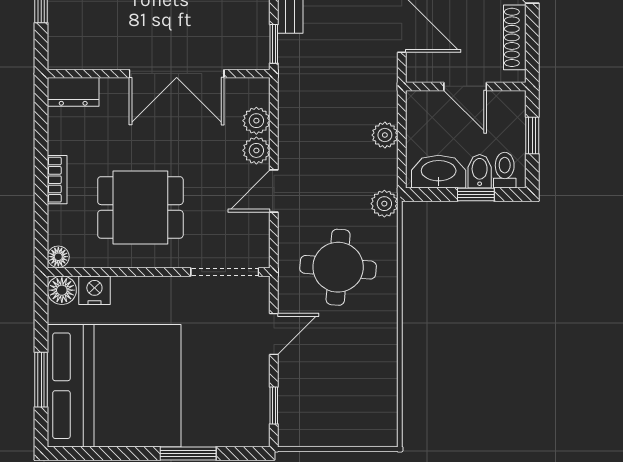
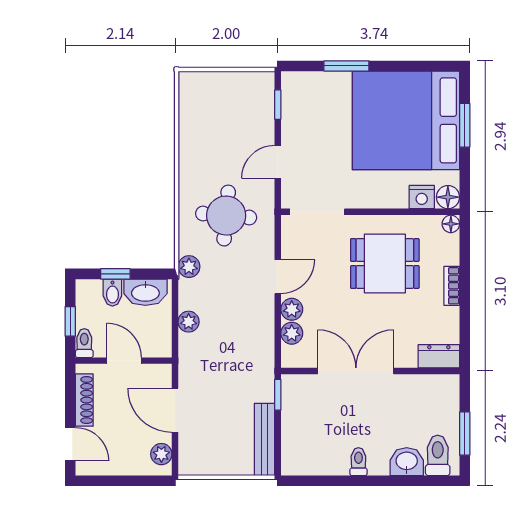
toilet: (505, 170) -> (84, 343), moved, turned 180

